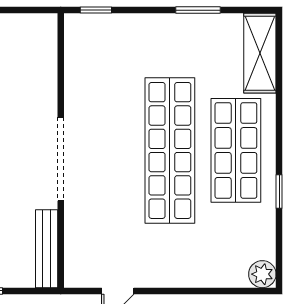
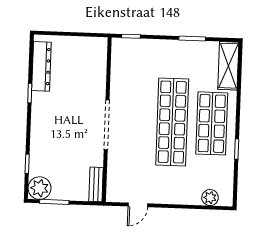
bench: (47, 249) -> (96, 184), width x0.73
plant: (262, 274) -> (210, 198), moved

